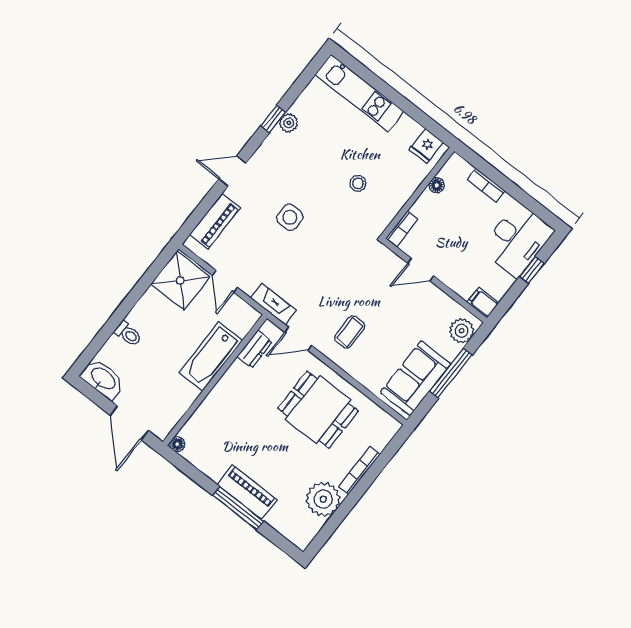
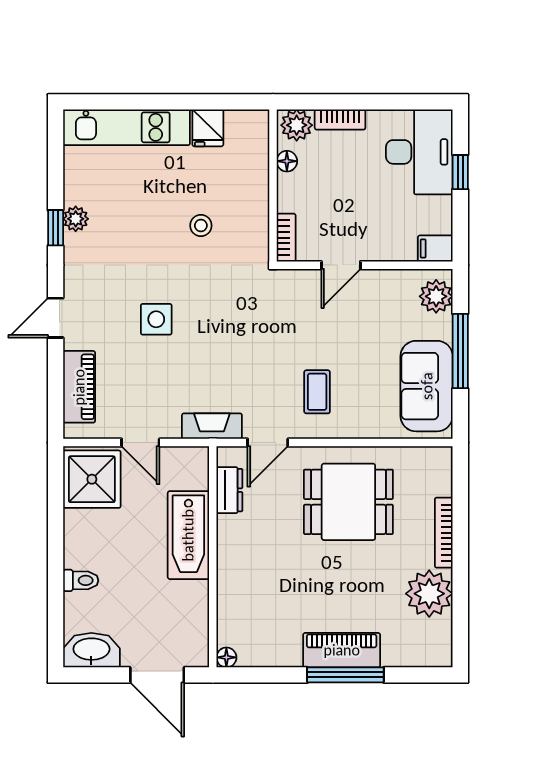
fridge: (426, 146) -> (208, 128), moved
plant: (459, 169) -> (297, 125), added

